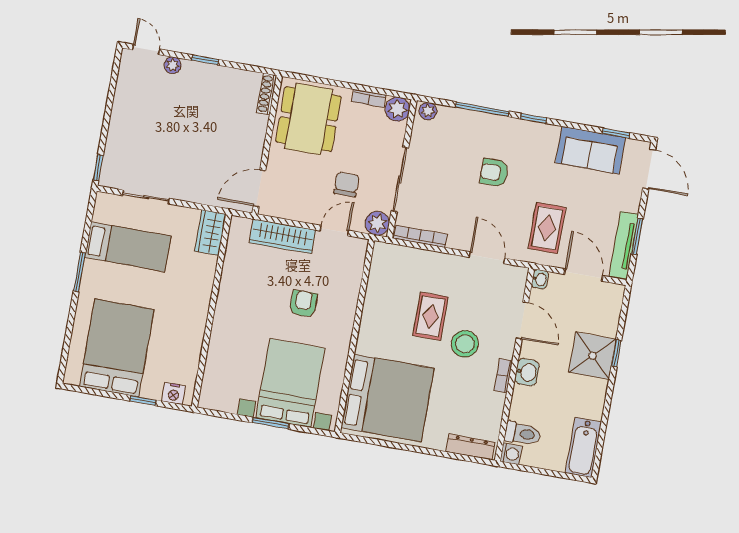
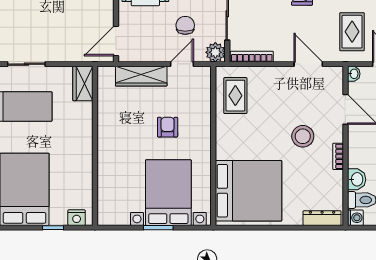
rug: (431, 316) -> (235, 96), moved
washbasin: (527, 372) -> (357, 179), moved

